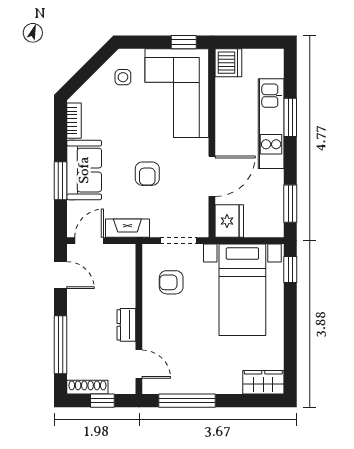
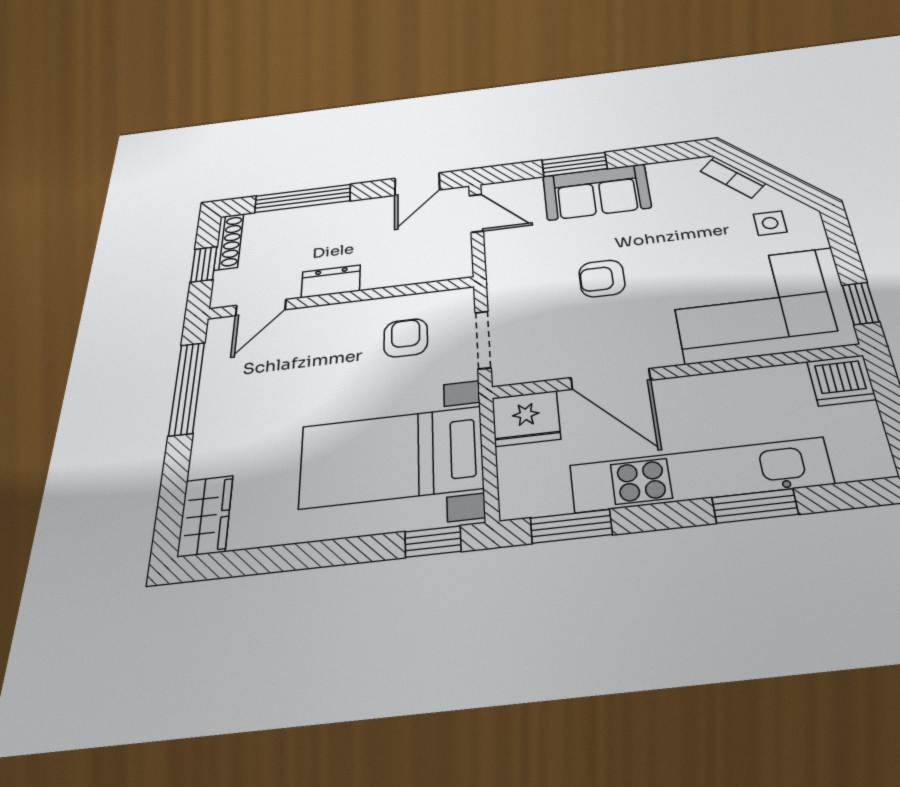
bookcase: (74, 121) -> (733, 177), moved, turned 45
kitchen unit: (271, 124) -> (700, 475), width x1.36
fireplace: (127, 228) -> (501, 262), removed

